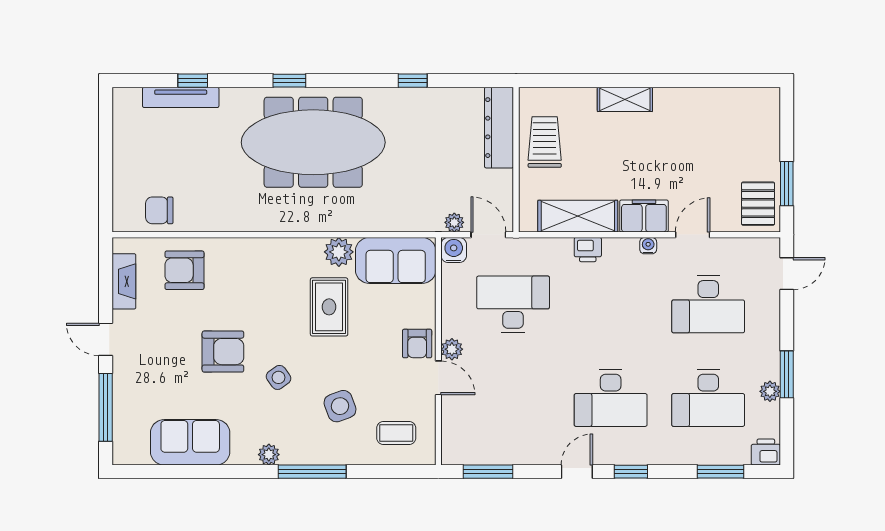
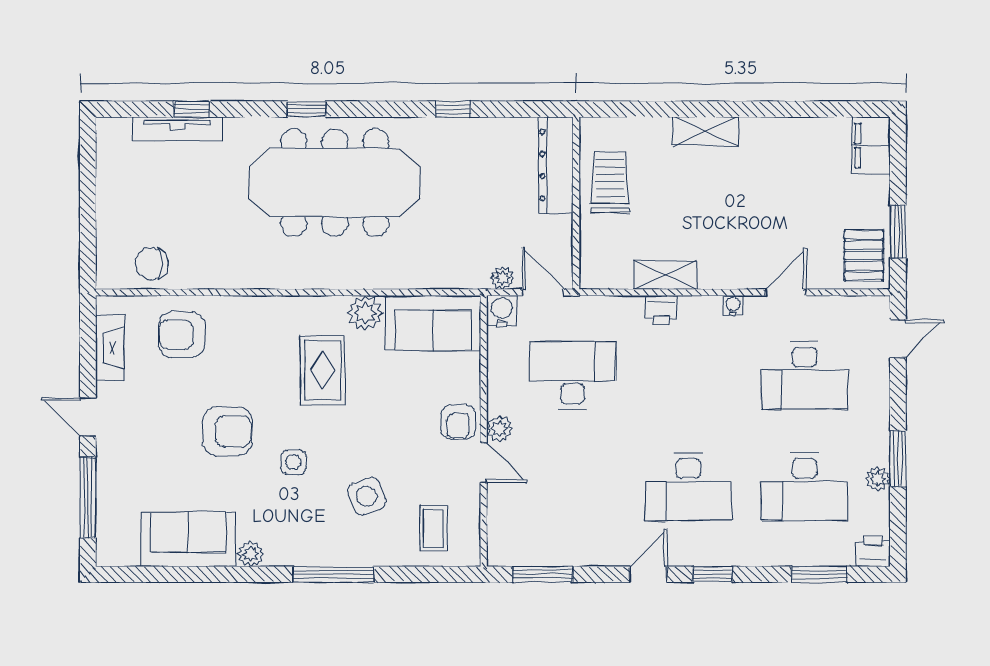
shelving: (578, 216) -> (665, 275), width x0.67, depth x0.75
filing cabinet: (644, 216) -> (871, 146), moved, turned -90
rug: (329, 307) -> (322, 370), moved
side table: (278, 377) -> (293, 462), turned 36
coffee table: (396, 433) -> (434, 528), turned 90
plant: (269, 455) -> (251, 554), moved

